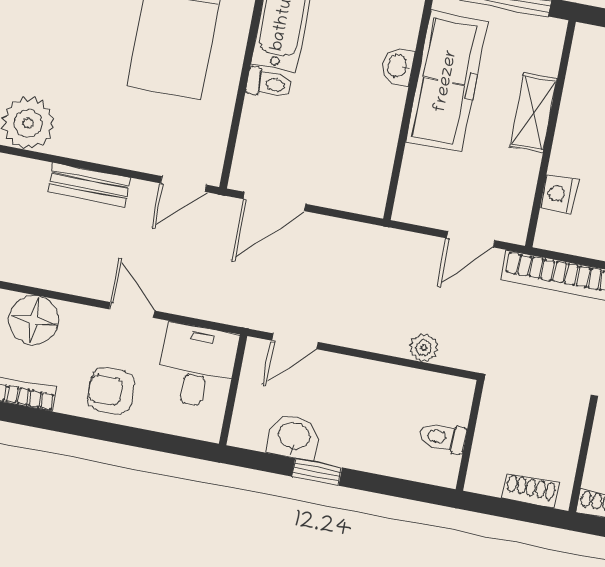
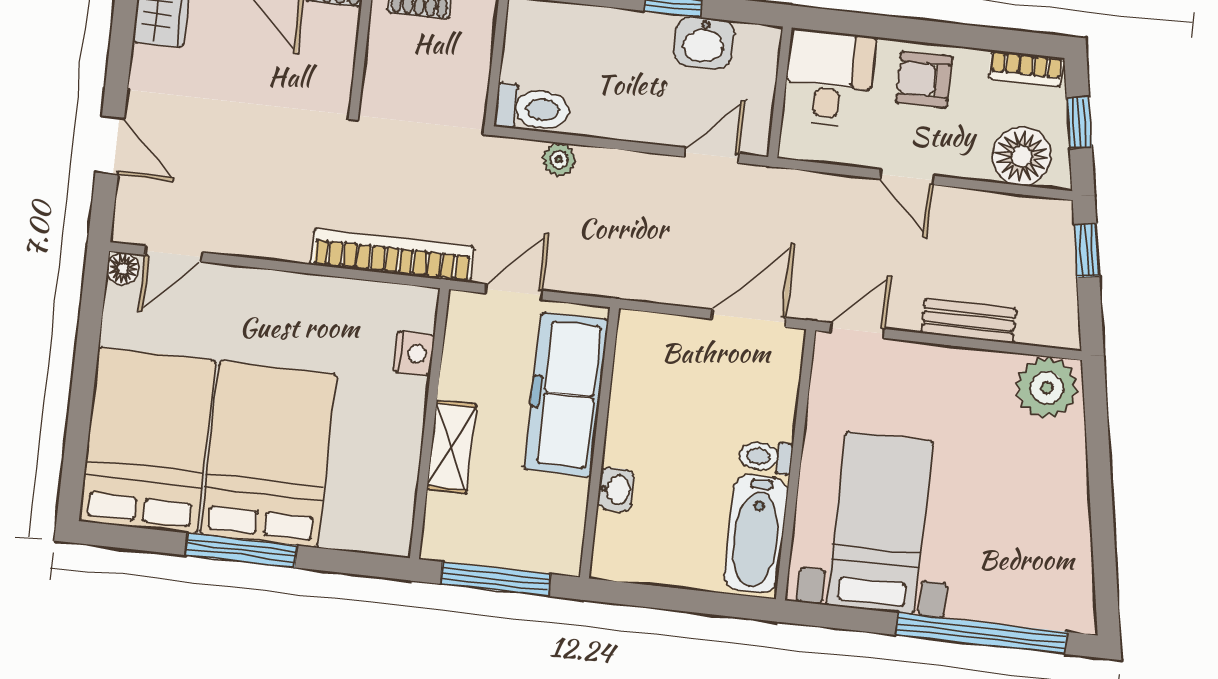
freezer: (446, 81) -> (566, 394), moved
desk: (197, 366) -> (829, 78), moved, turned 180
armchair: (111, 391) -> (924, 80), turned 180
toilet: (443, 437) -> (532, 108), moved, width x1.37, depth x1.39

